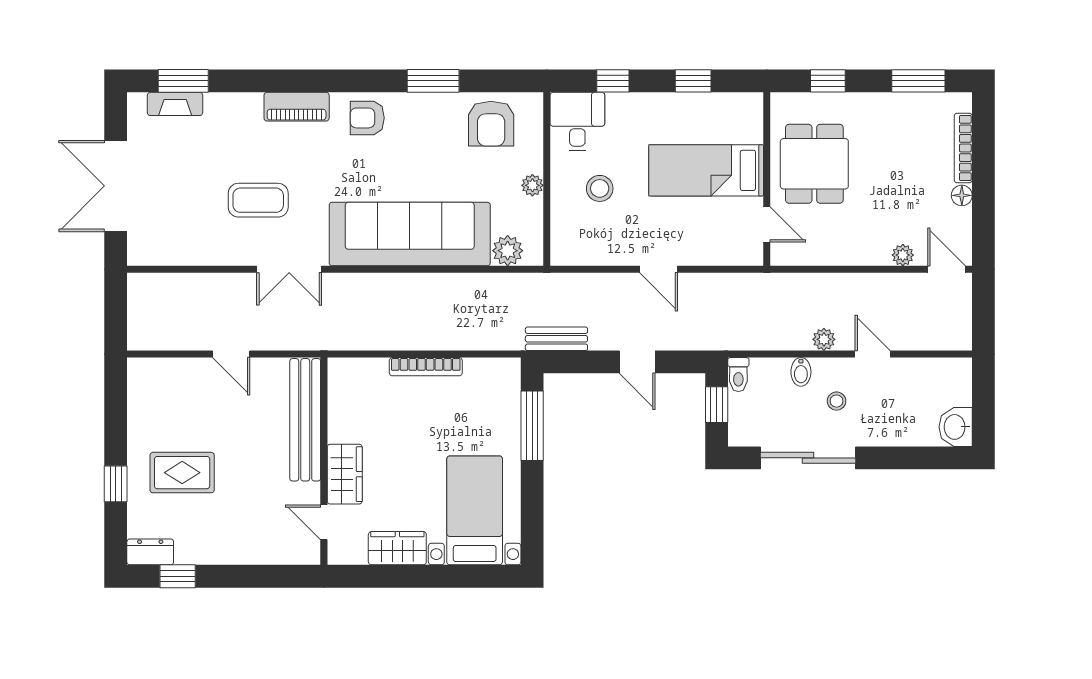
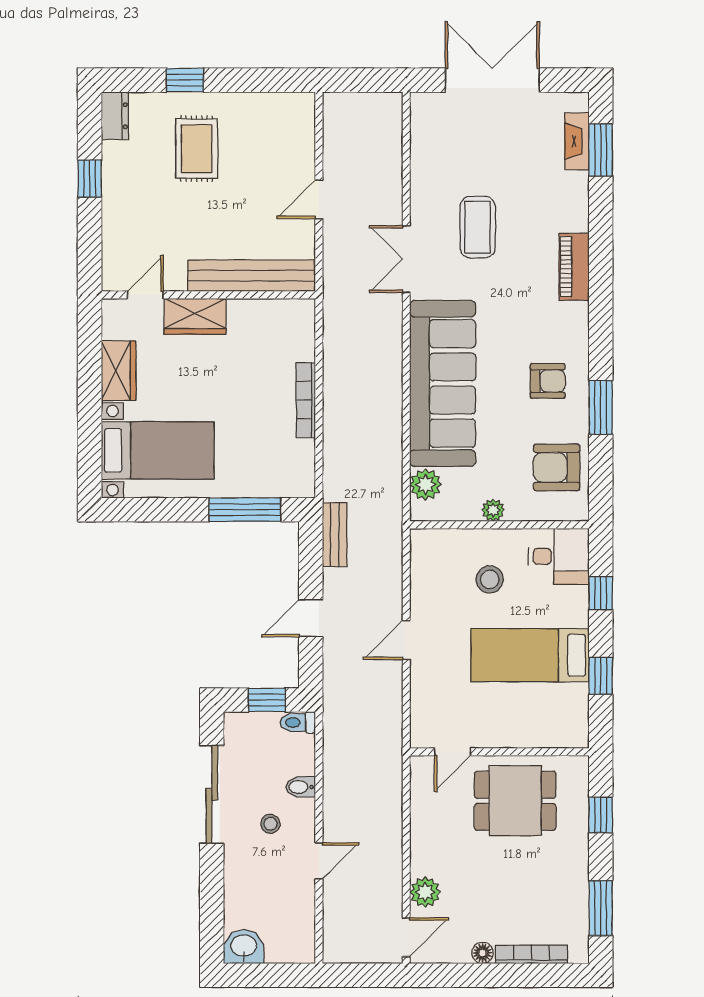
armchair: (367, 118) -> (548, 381), moved, turned 90
bed: (706, 170) -> (530, 655), moved, turned -90
plant: (903, 255) -> (425, 892), width x1.38, depth x1.38
plant: (824, 339) -> (334, 811), removed
window: (178, 576) -> (90, 179), moved

